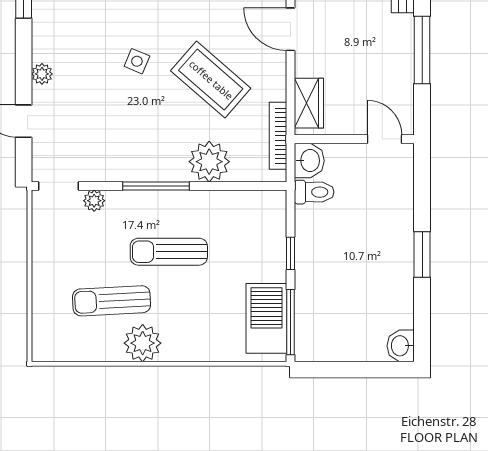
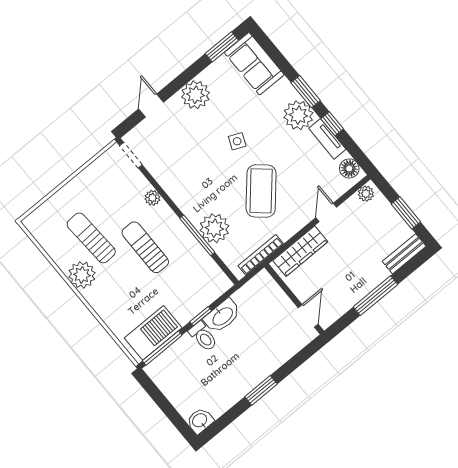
door: (291, 29) -> (326, 212), width x0.73
plant: (42, 74) -> (195, 95), width x1.88, depth x1.88
wardrobe: (309, 103) -> (300, 251), width x1.50
washbasin: (309, 161) -> (222, 316), moved, width x1.38
window: (156, 186) -> (197, 235), moved
toilet: (314, 192) -> (203, 337), moved
plant: (94, 201) -> (152, 198), moved

